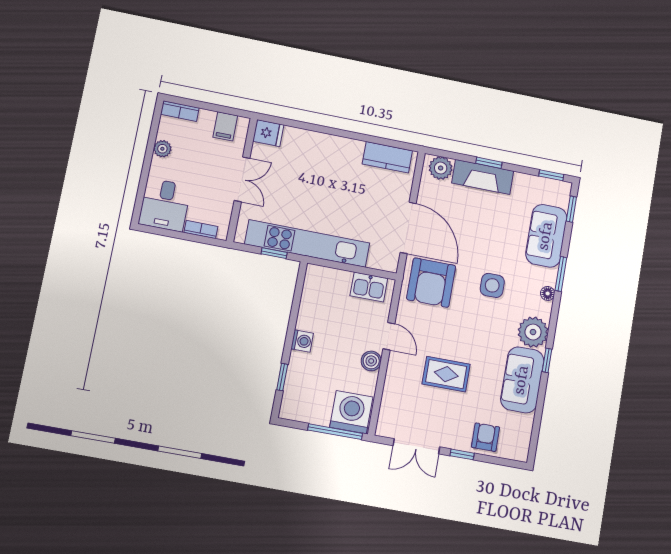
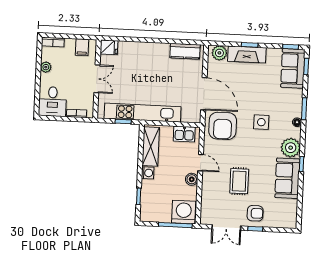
sofa: (546, 236) -> (293, 68), moved
shelving: (313, 299) -> (151, 146), added
rug: (446, 374) -> (239, 181), turned 90
armchair: (485, 437) -> (255, 213), moved, turned 90

